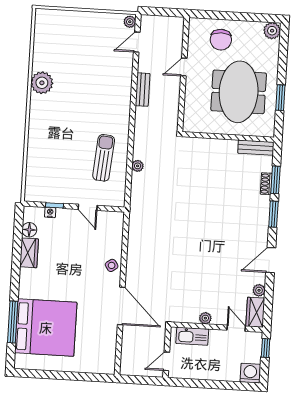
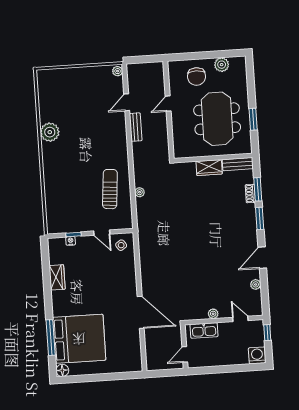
plant: (272, 31) -> (222, 65), moved
door: (137, 42) -> (127, 102), moved
floor lamp: (29, 230) -> (62, 370), moved
side table: (112, 265) -> (121, 245), moved
wardrobe: (255, 312) -> (209, 168), moved, turned -90

